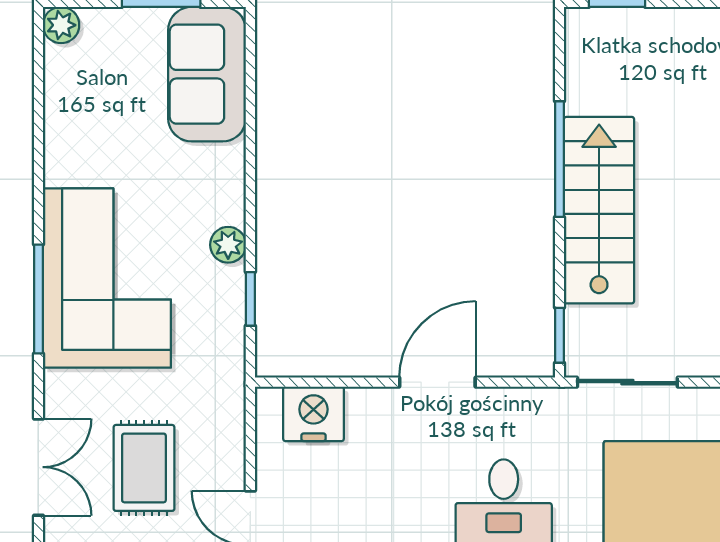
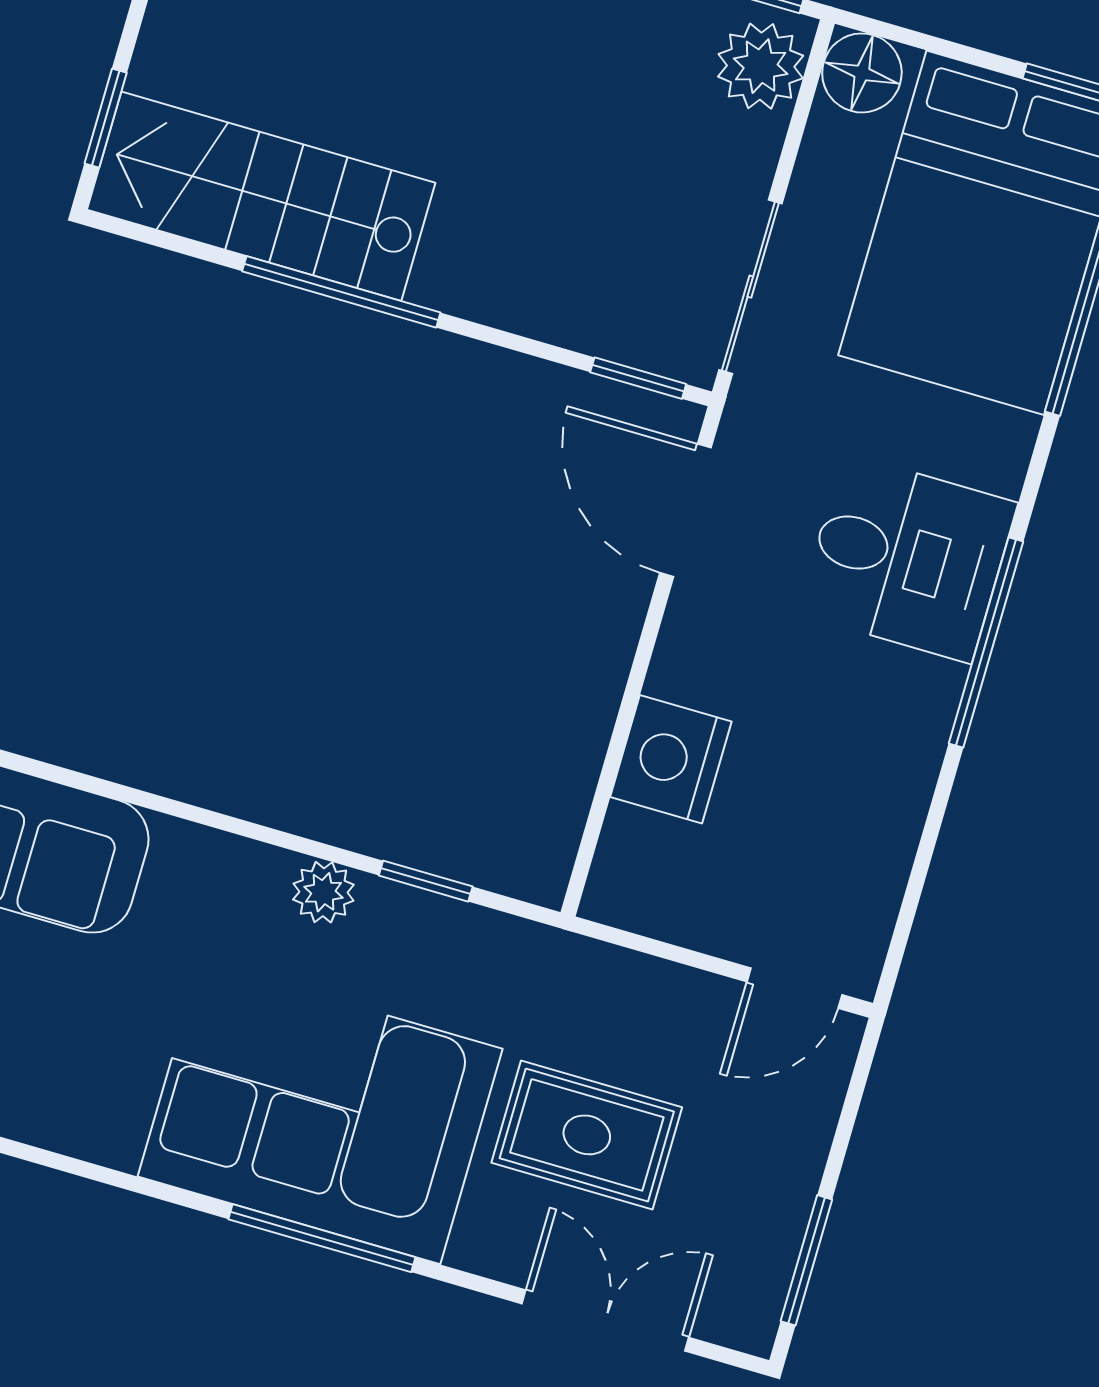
stairs: (599, 210) -> (261, 196), moved
door: (437, 382) -> (685, 510), moved
nightstand: (313, 414) -> (671, 759), moved
rug: (144, 468) -> (587, 1135), moved

